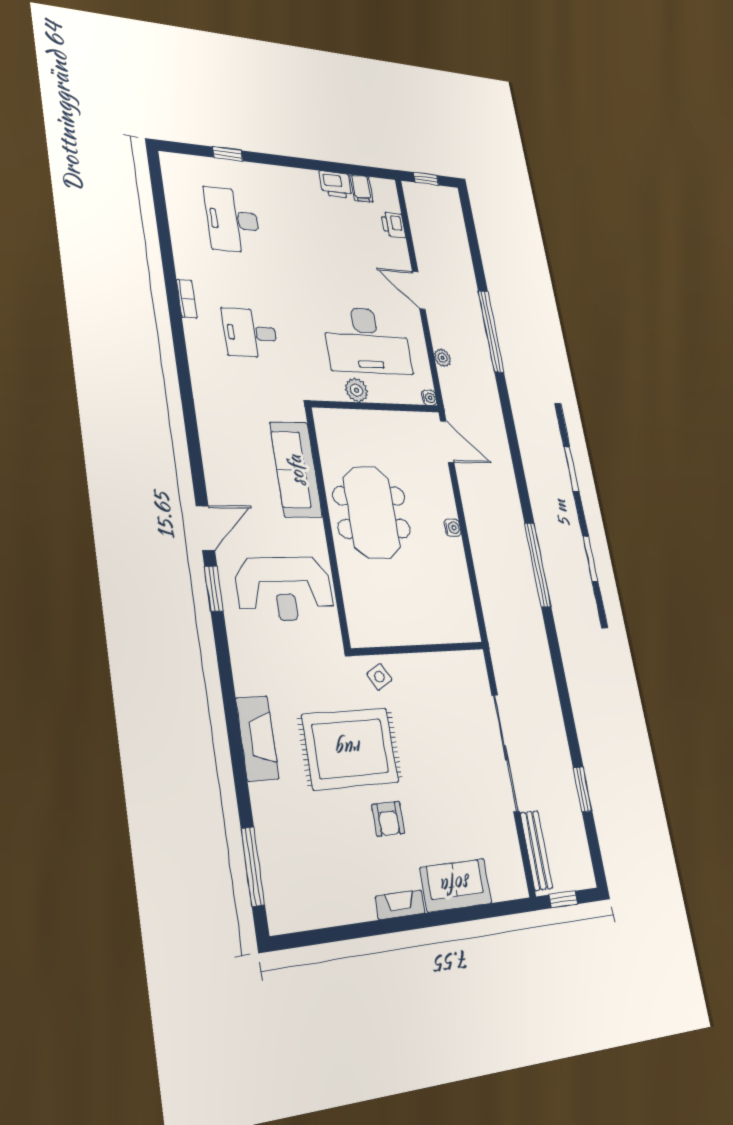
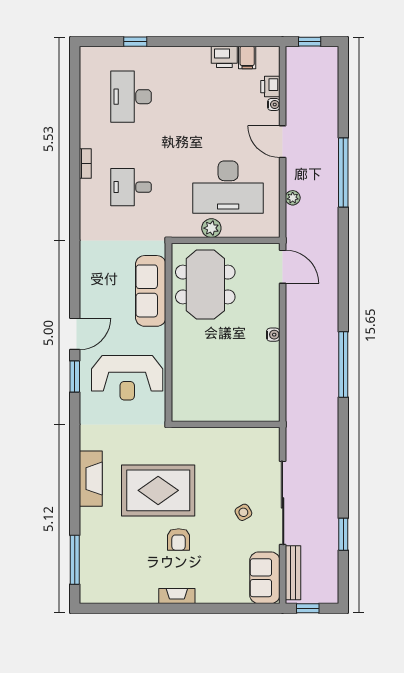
water cooler: (429, 398) -> (274, 104), moved
meeting table: (372, 512) -> (205, 285), moved
side table: (379, 677) -> (243, 512), moved
sofa: (456, 885) -> (265, 578), moved, turned -90

